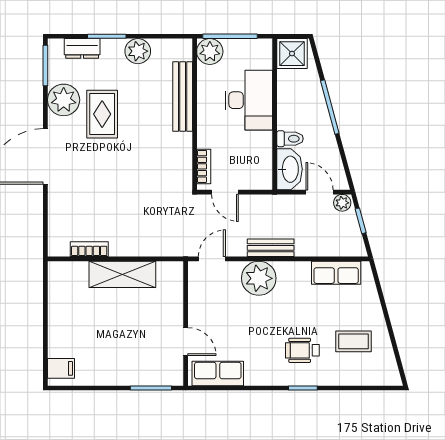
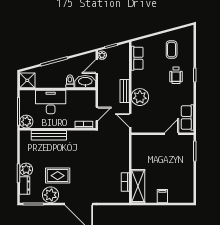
plant: (138, 51) -> (26, 169), moved
shelving: (122, 274) -> (138, 186), moved
filing cabinet: (61, 368) -> (162, 196), moved

